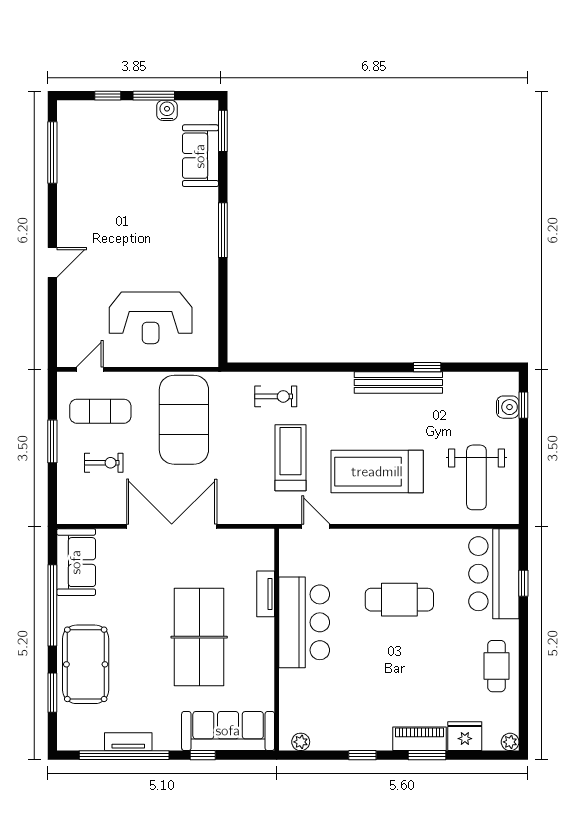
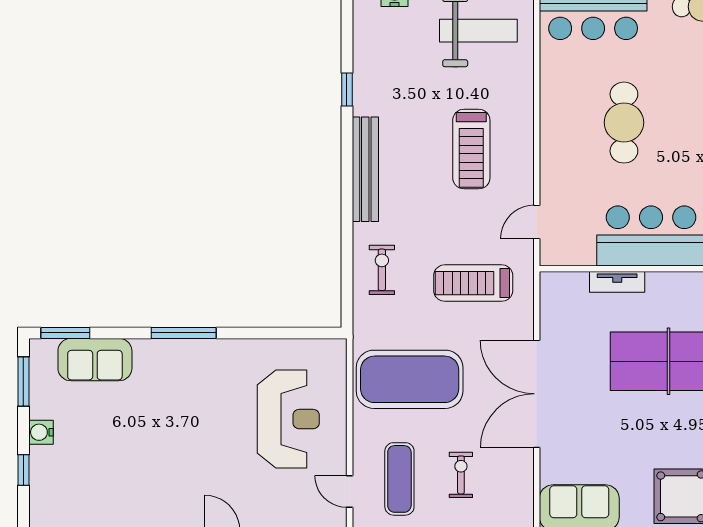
window: (154, 96) -> (23, 381), moved
water cooler: (167, 110) -> (41, 432), moved
bench: (398, 383) -> (365, 169), moved
treadmill: (290, 458) -> (473, 283), moved
treadmill: (377, 472) -> (471, 149), width x0.73, depth x0.73

